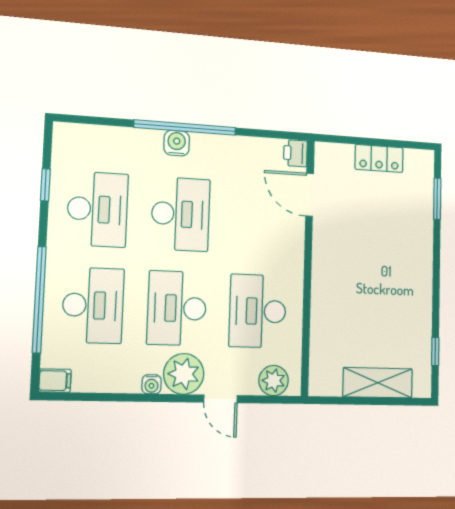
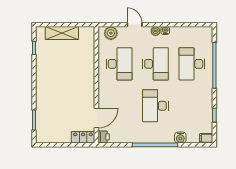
water cooler: (177, 143) -> (180, 138), moved
locker: (379, 158) -> (83, 137), moved
door: (310, 195) -> (96, 118), hinge flipped
desk: (98, 209) -> (192, 106), removed
plant: (184, 374) -> (155, 31), width x0.53, depth x0.53
filing cabinet: (55, 381) -> (206, 138), moved

